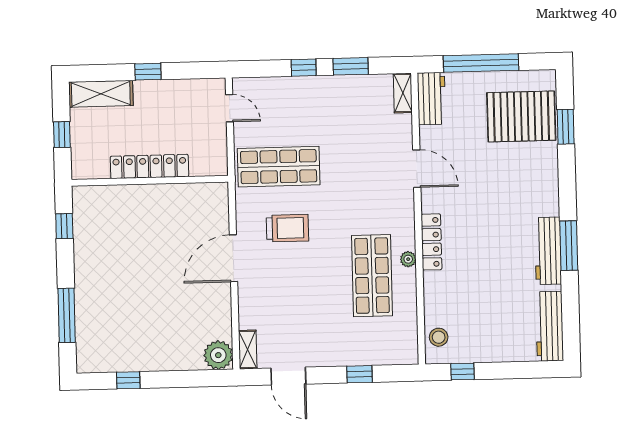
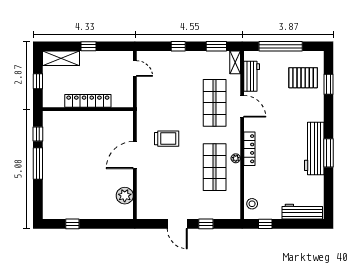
window: (351, 66) -> (216, 46), moved
workbench: (431, 98) -> (252, 76), moved
pallet: (521, 116) -> (303, 78), width x0.73, depth x0.71
shop shelf: (279, 167) -> (215, 103), moved, turned 90
workbench: (548, 251) -> (314, 149), width x1.36, depth x1.32
window: (67, 315) -> (38, 163), moved
workbench: (550, 326) -> (302, 212), moved, turned 90
shelving: (248, 350) -> (142, 208), removed
plant: (218, 355) -> (125, 196), moved
door: (288, 376) -> (177, 224), moved

